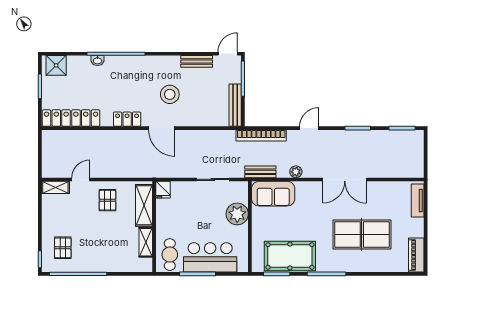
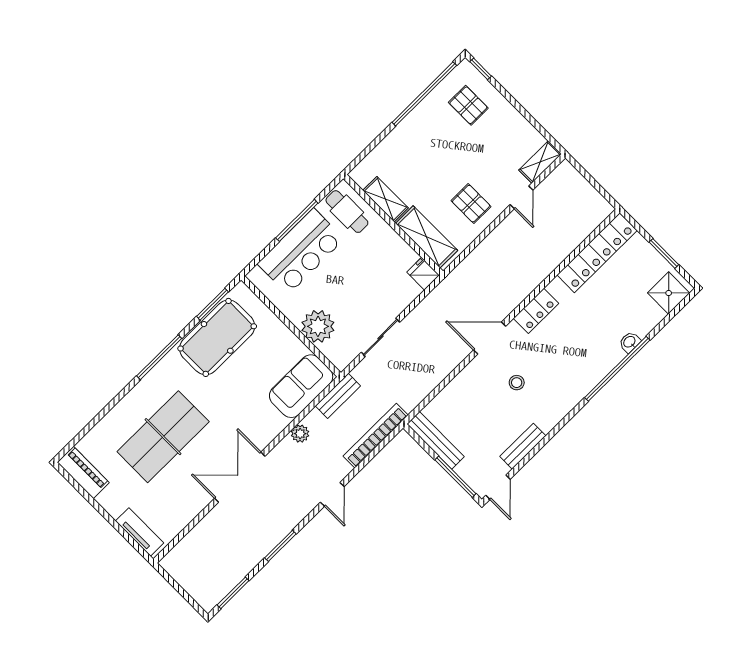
stool: (170, 94) -> (517, 383), width x0.53, depth x0.53

